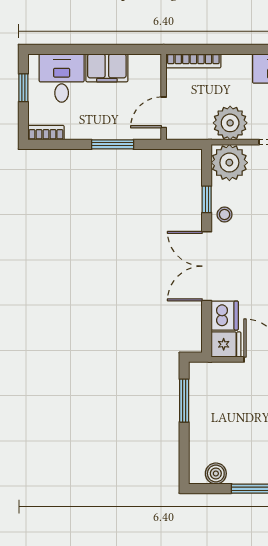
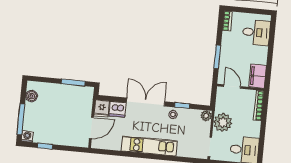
filing cabinet: (107, 68) -> (258, 76), moved
window: (23, 88) -> (253, 11), removed
plant: (229, 163) -> (206, 116), width x0.53, depth x0.53

